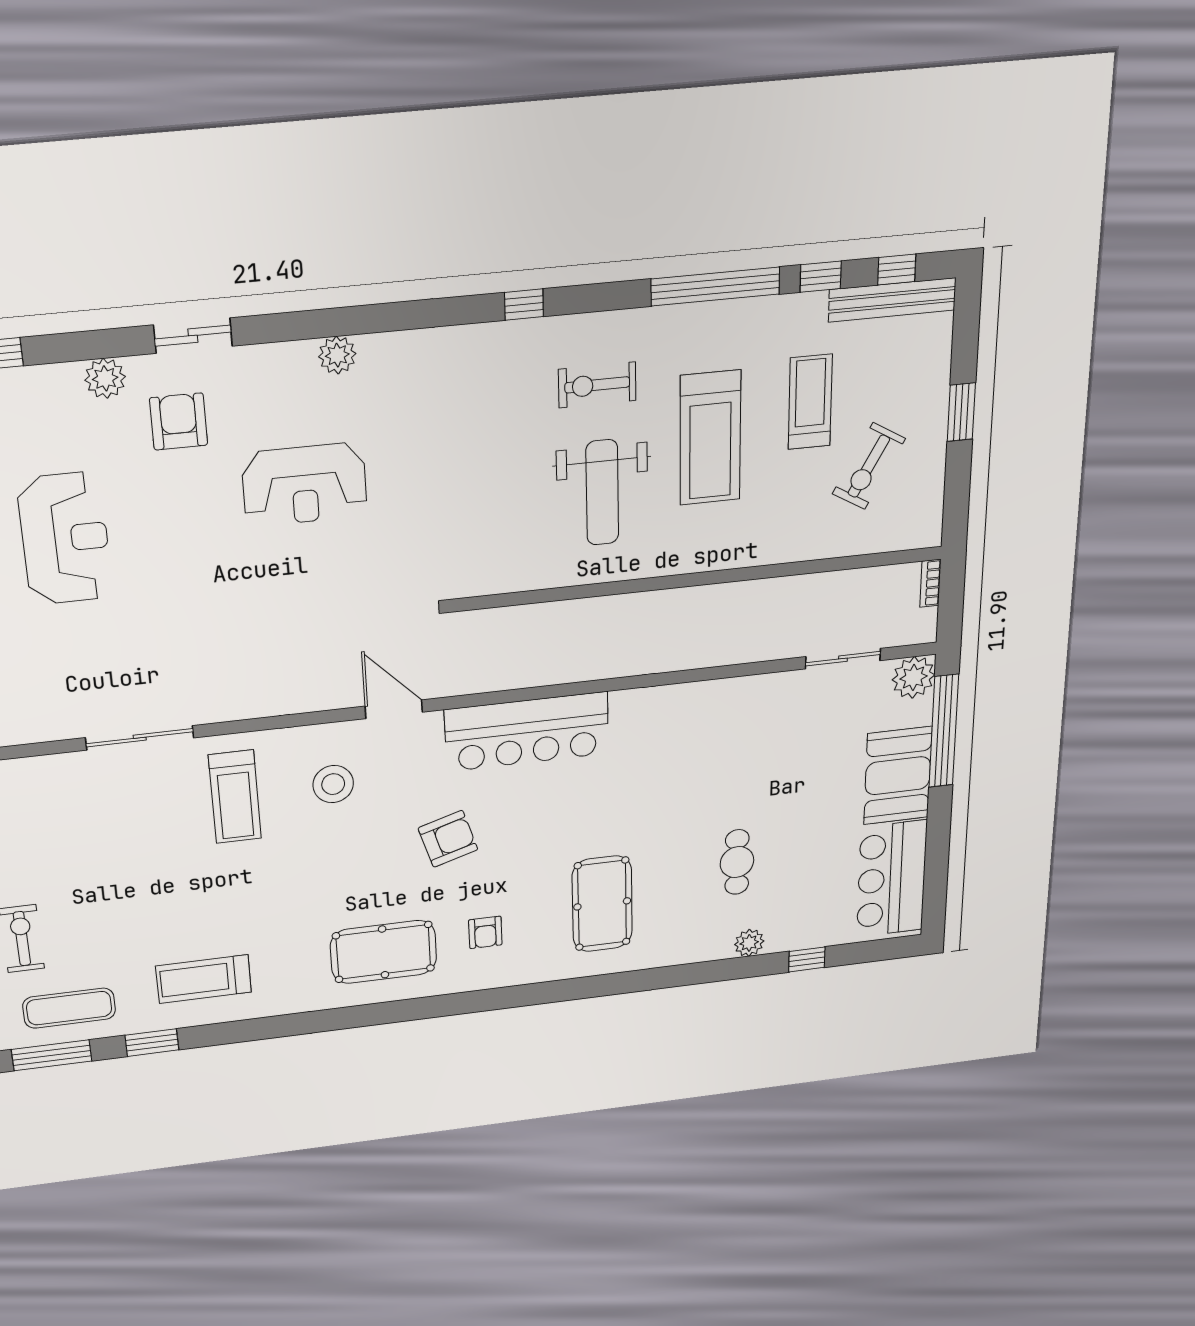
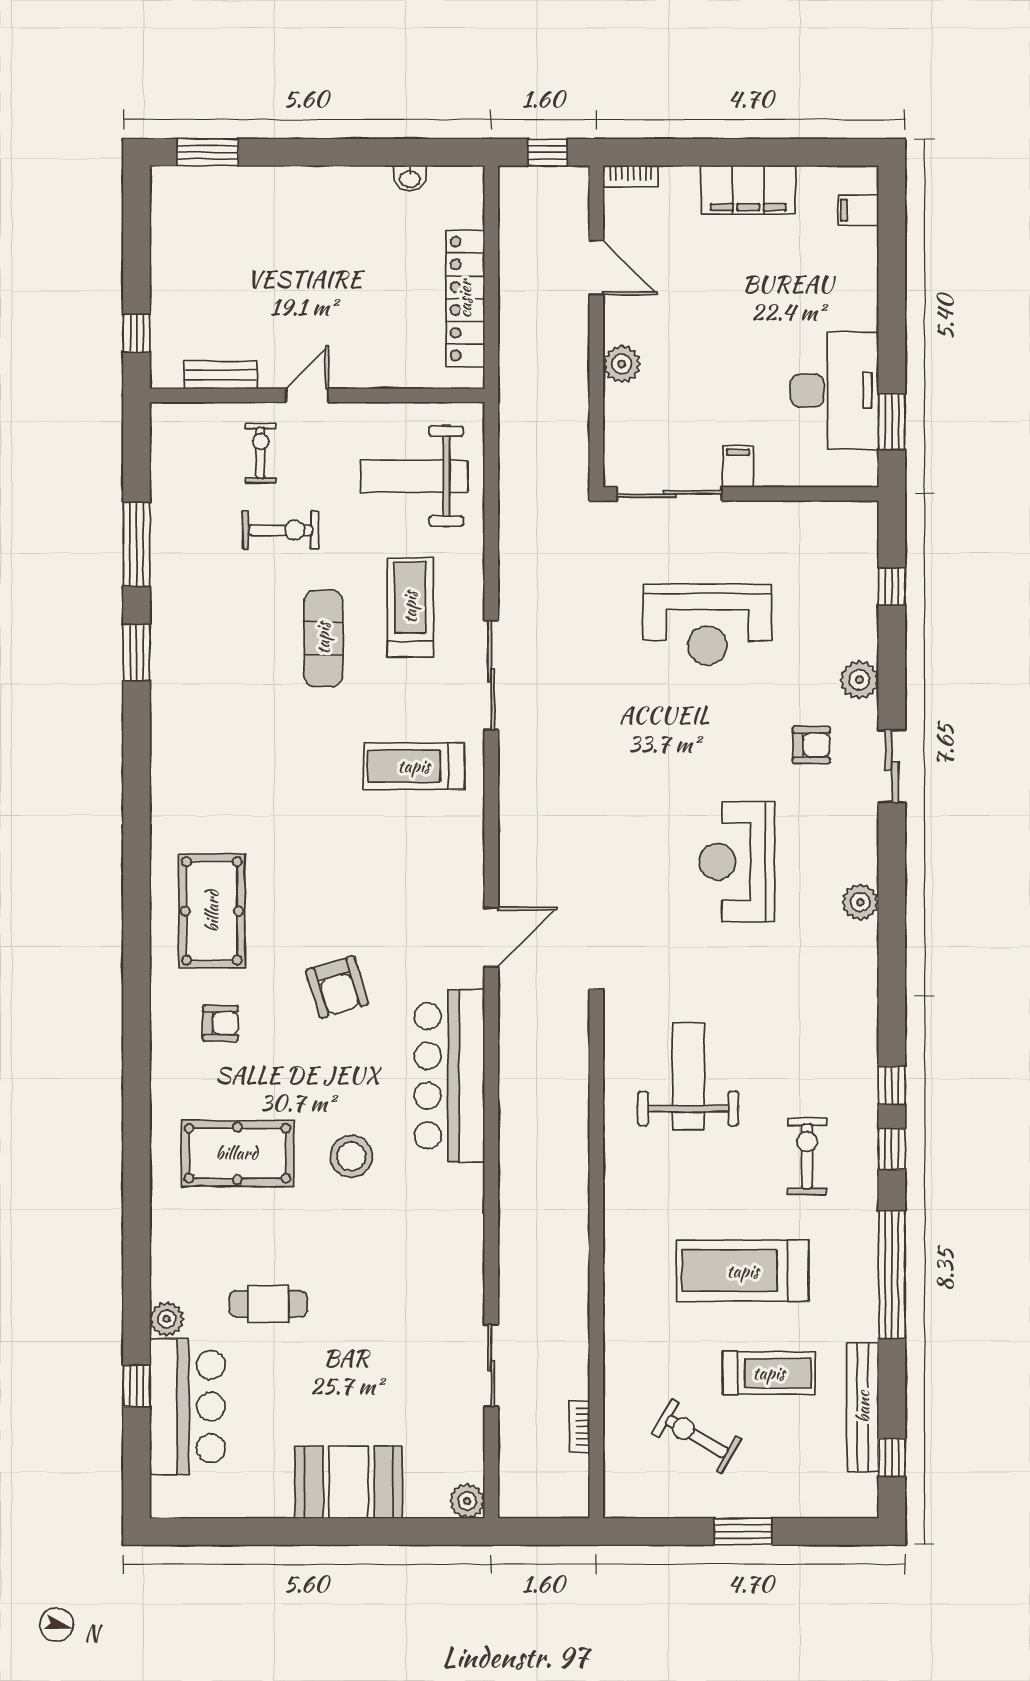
window: (821, 277) -> (892, 1149), moved
bench: (892, 300) -> (863, 1407), moved
armchair: (179, 422) -> (811, 745), width x0.72, depth x0.72
weight bench: (602, 493) -> (688, 1076), moved, turned 90
bookcase: (931, 583) -> (580, 1427), moved, turned -90
sliding door: (843, 659) -> (491, 1366), moved
plant: (913, 677) -> (467, 1501), width x0.73, depth x0.73
window: (944, 731) -> (395, 1531), removed
stool: (333, 784) -> (351, 1156), moved
bar counter: (892, 879) -> (187, 1407), moved, turned 90
armchair: (485, 932) -> (220, 1023), turned 180
treadmill: (204, 979) -> (410, 607), moved
exercise mat: (69, 1008) -> (323, 638), moved

